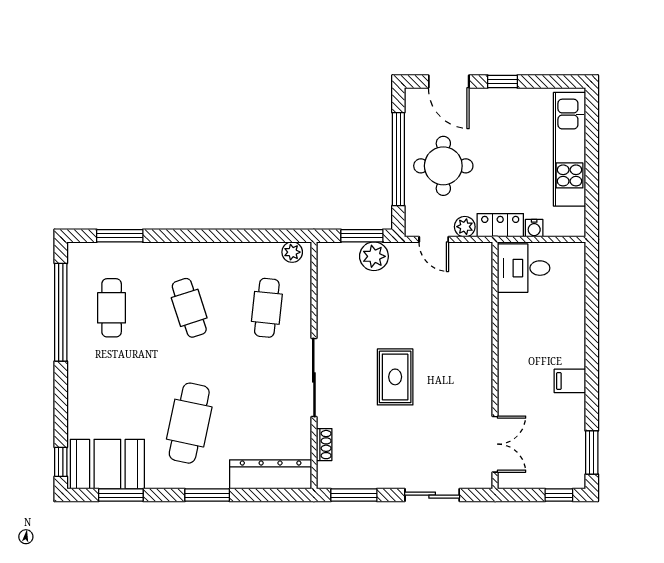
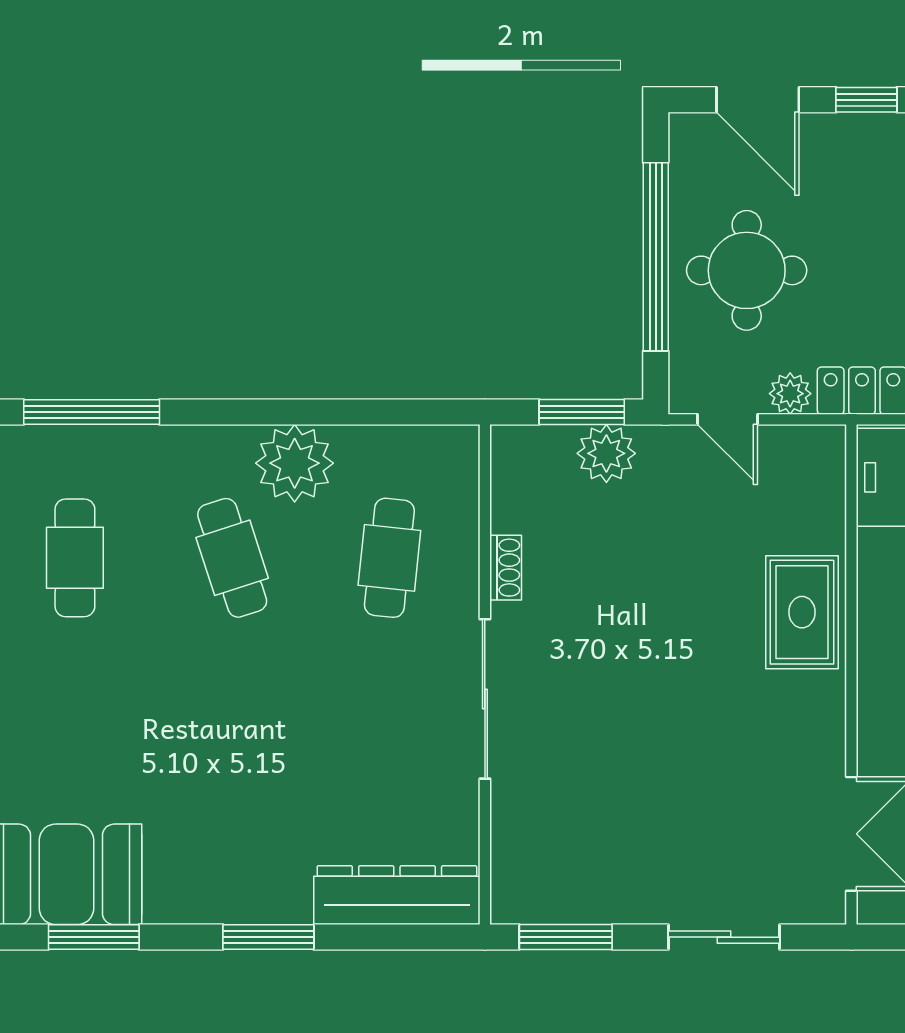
window: (120, 236) -> (92, 412), width x1.44
plant: (292, 252) -> (295, 463), moved, width x1.88, depth x1.88
rug: (395, 377) -> (802, 612), moved
cafe table: (189, 423) -> (232, 791), removed
shoe rack: (324, 445) -> (506, 568), moved

